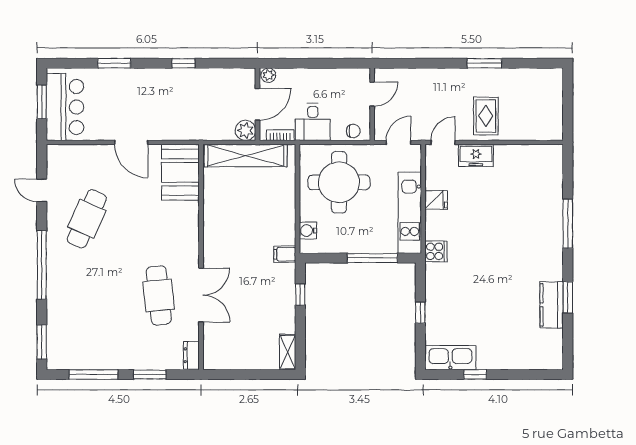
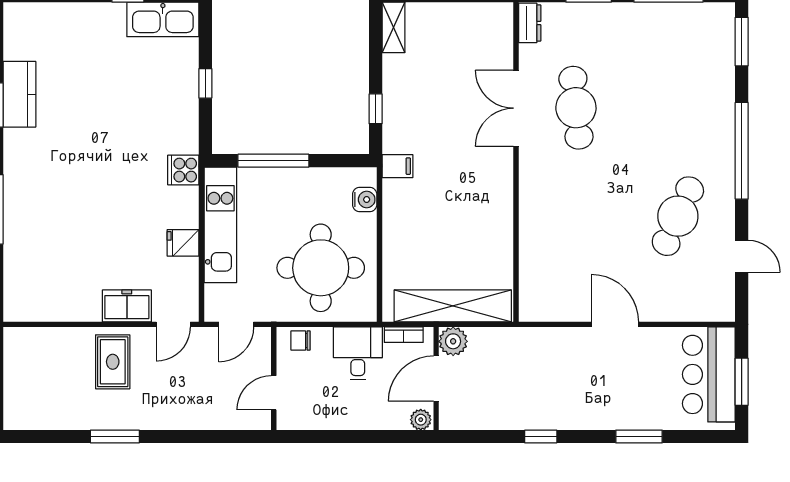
booth: (180, 172) -> (545, 282), removed

